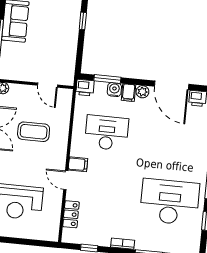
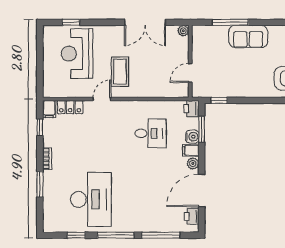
window: (83, 21) -> (219, 100), moved
coffee table: (34, 132) -> (120, 72), moved
desk: (107, 133) -> (151, 133), width x0.73
filing cabinet: (78, 164) -> (49, 109), moved

